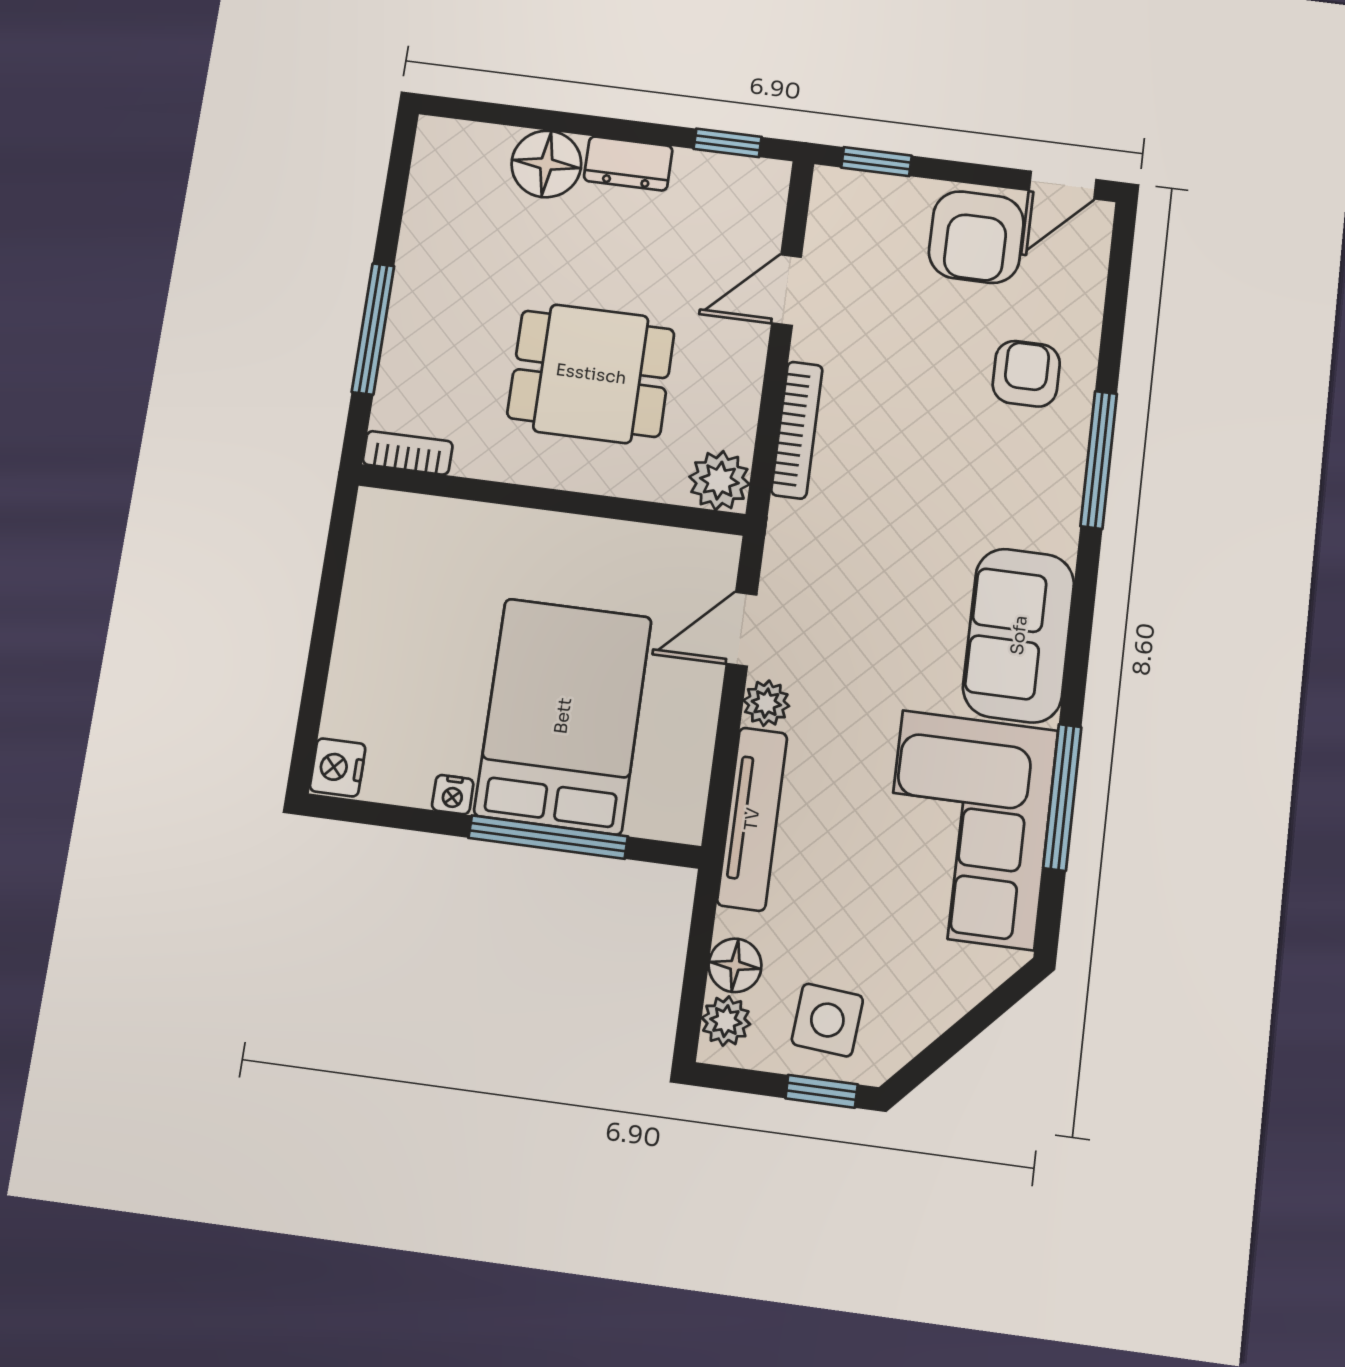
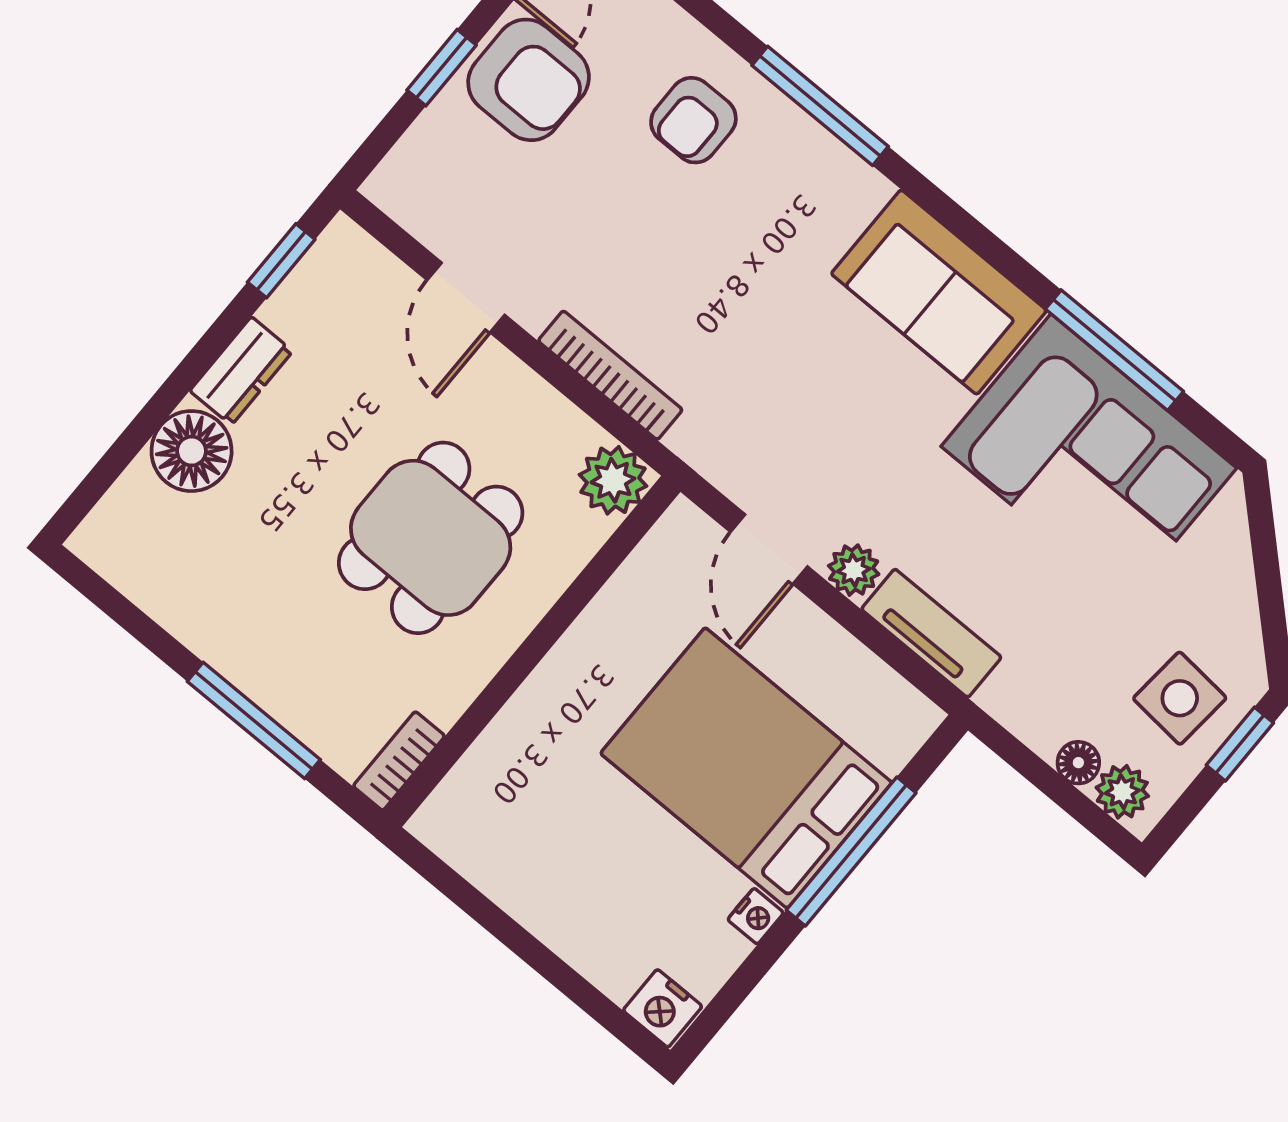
window: (876, 162) -> (442, 68), moved
armchair: (1026, 374) -> (693, 120), turned -90
tv unit: (752, 819) -> (931, 633), width x0.71
floor lamp: (735, 965) -> (1078, 763), width x0.73, depth x0.73

